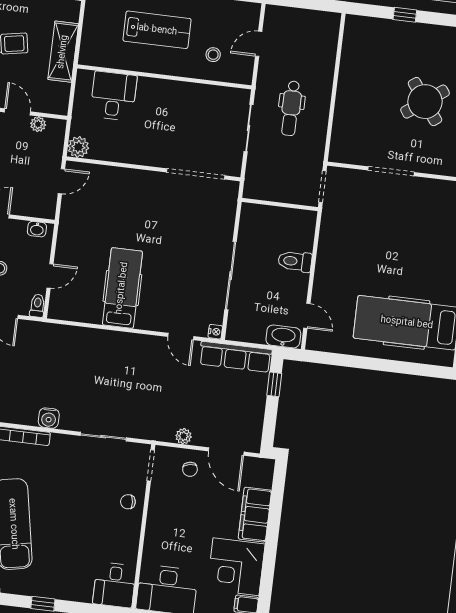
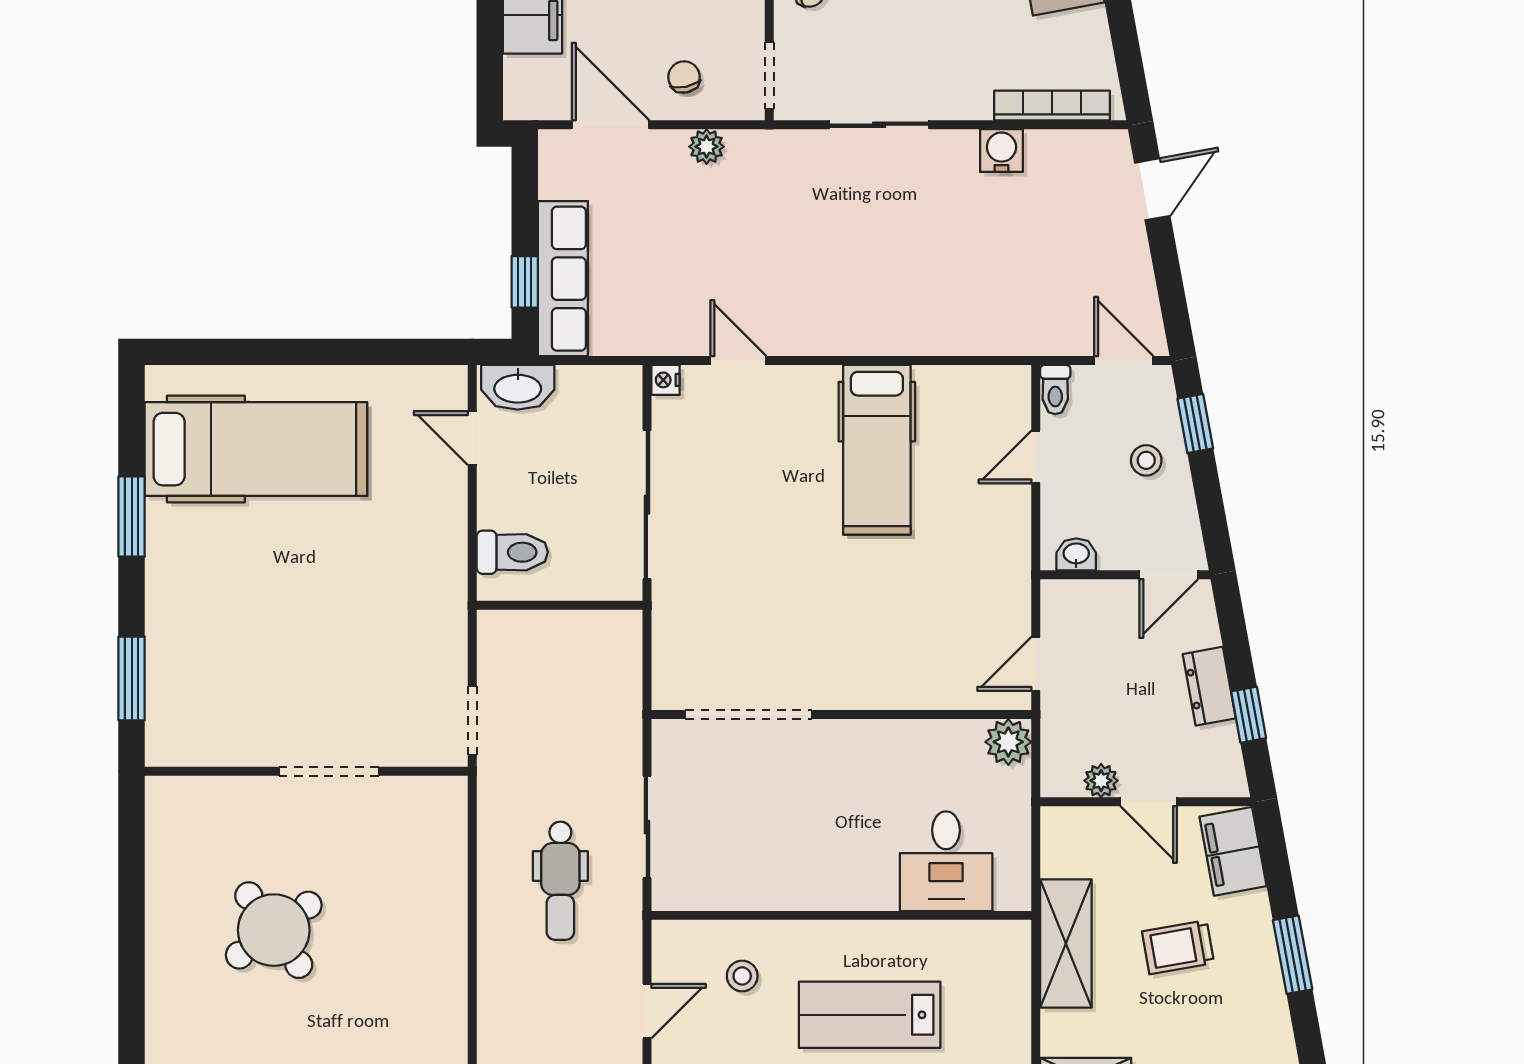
dental chair: (291, 108) -> (560, 881), turned 180
wall: (280, 204) -> (560, 605), moved
row of seats: (235, 357) -> (563, 279), moved, turned 90

